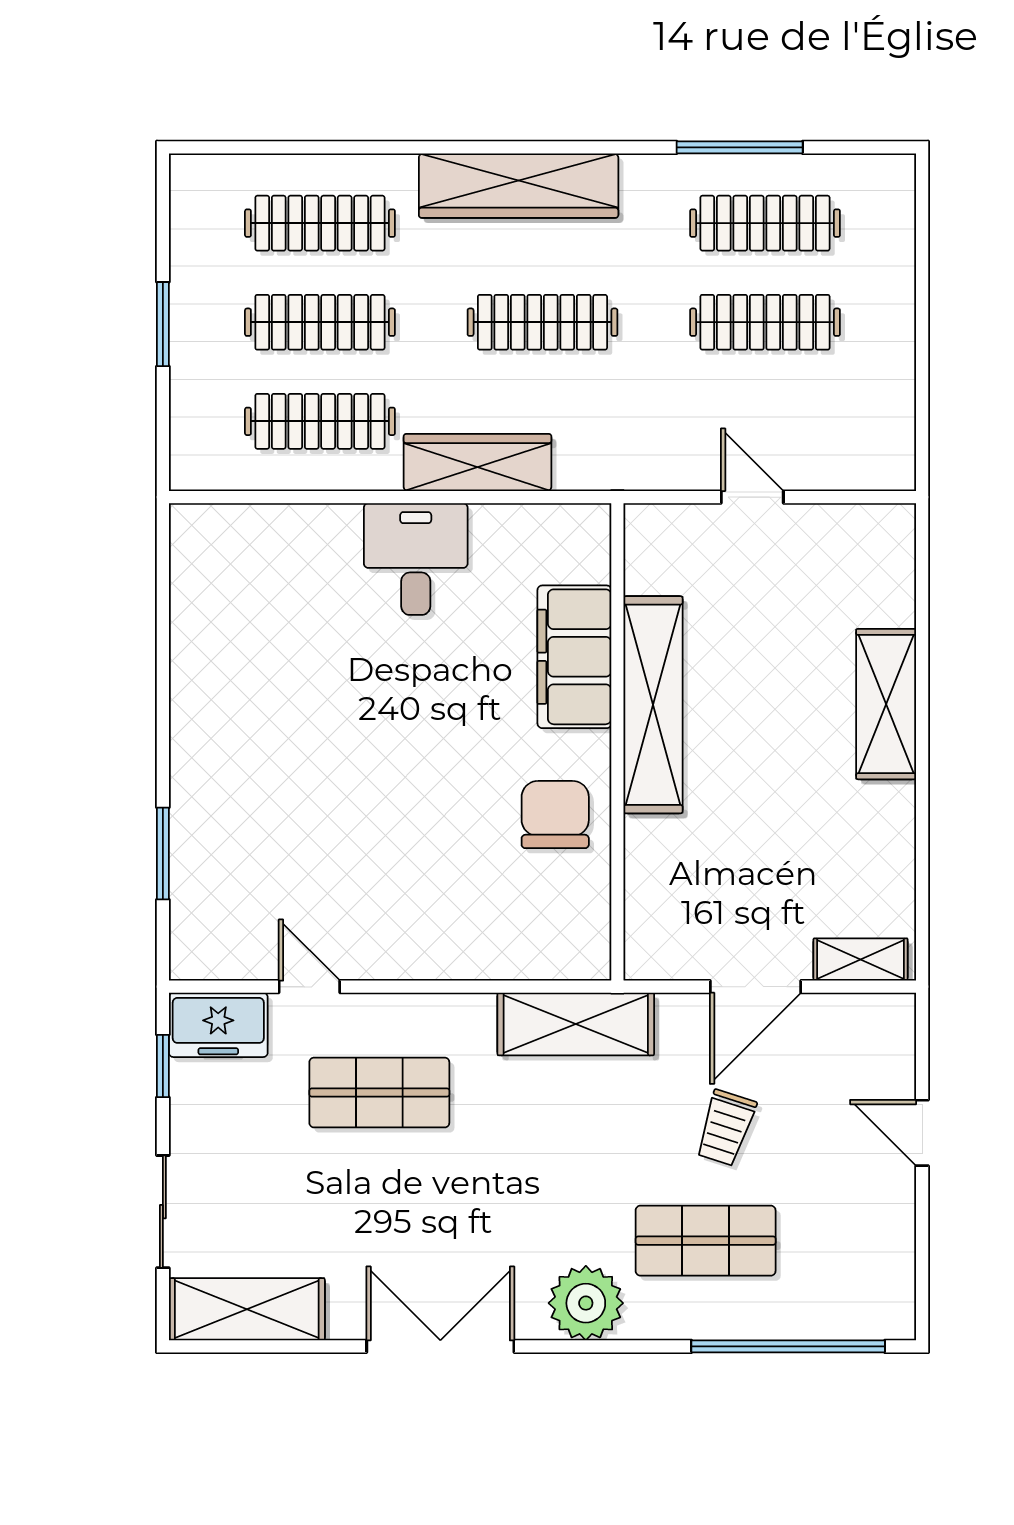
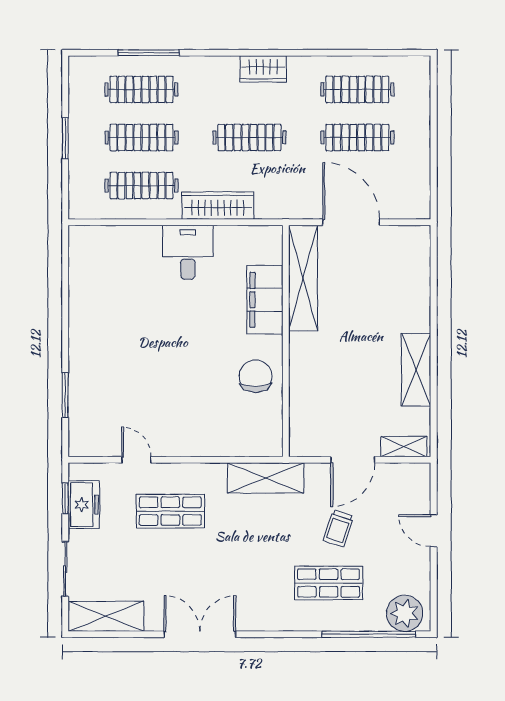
window: (740, 147) -> (149, 53), moved
wardrobe: (519, 186) -> (263, 69), width x0.48, depth x0.85
door: (752, 497) -> (351, 222), width x1.88
shelving: (886, 704) -> (416, 370), moved
shelving: (653, 705) -> (303, 278), moved
freezer: (218, 1025) -> (84, 505), moved, turned -90
plant: (586, 1303) -> (405, 613), moved

